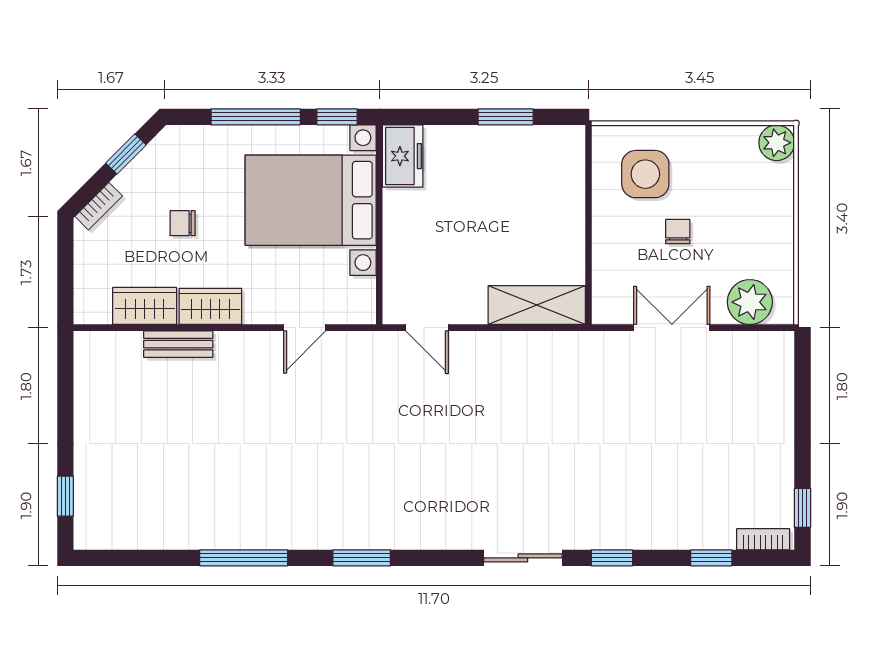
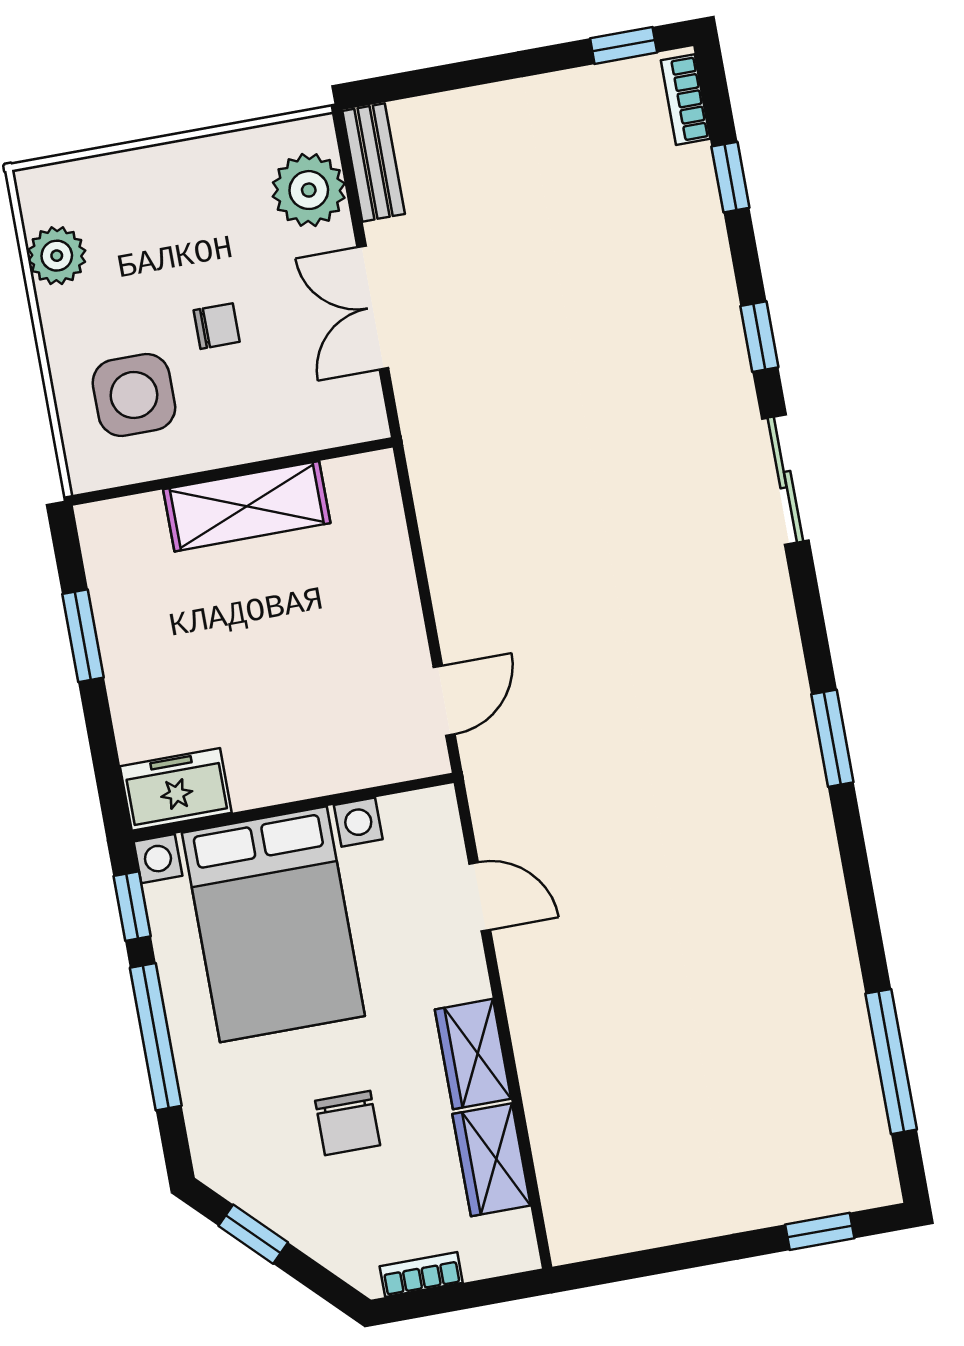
plant: (777, 143) -> (57, 256), moved
bookcase: (99, 206) -> (421, 1274), moved, turned -45
chair: (183, 223) -> (348, 1123), width x1.37, depth x1.37
chair: (678, 232) -> (217, 326), turned 180
shelving: (537, 305) -> (247, 506), moved, turned 90
bench: (178, 344) -> (374, 162), moved
window: (244, 558) -> (891, 1062), moved

